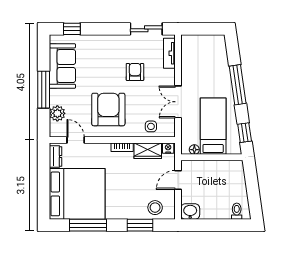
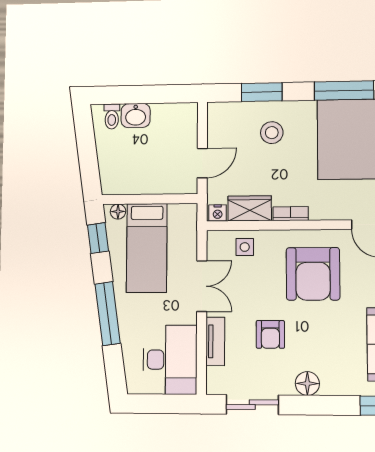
floor lamp: (112, 42) -> (307, 384), added
tv unit: (169, 53) -> (215, 341), moved
desk: (198, 56) -> (170, 360), added
floor lamp: (194, 150) -> (118, 212), moved
stool: (155, 208) -> (272, 133), moved
washbasin: (190, 212) -> (136, 116), moved

